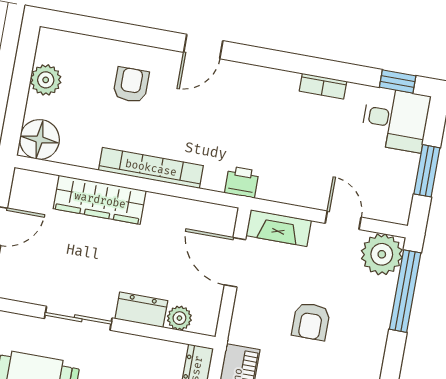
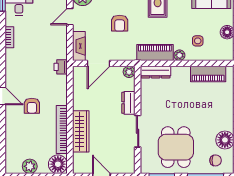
armchair: (131, 85) -> (32, 106), moved, turned -90
bookcase: (151, 168) -> (62, 130), moved
plant: (179, 318) -> (129, 72), moved
armchair: (311, 321) -> (120, 23), turned 90

